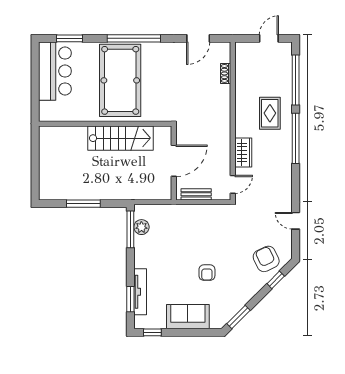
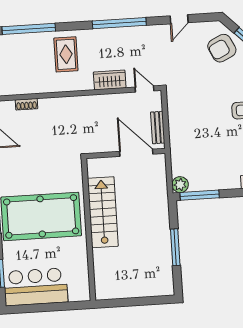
rug: (270, 113) -> (66, 54), turned 90
window: (296, 138) -> (119, 23), moved
door: (174, 161) -> (136, 153), moved
plant: (141, 227) -> (180, 185), moved

